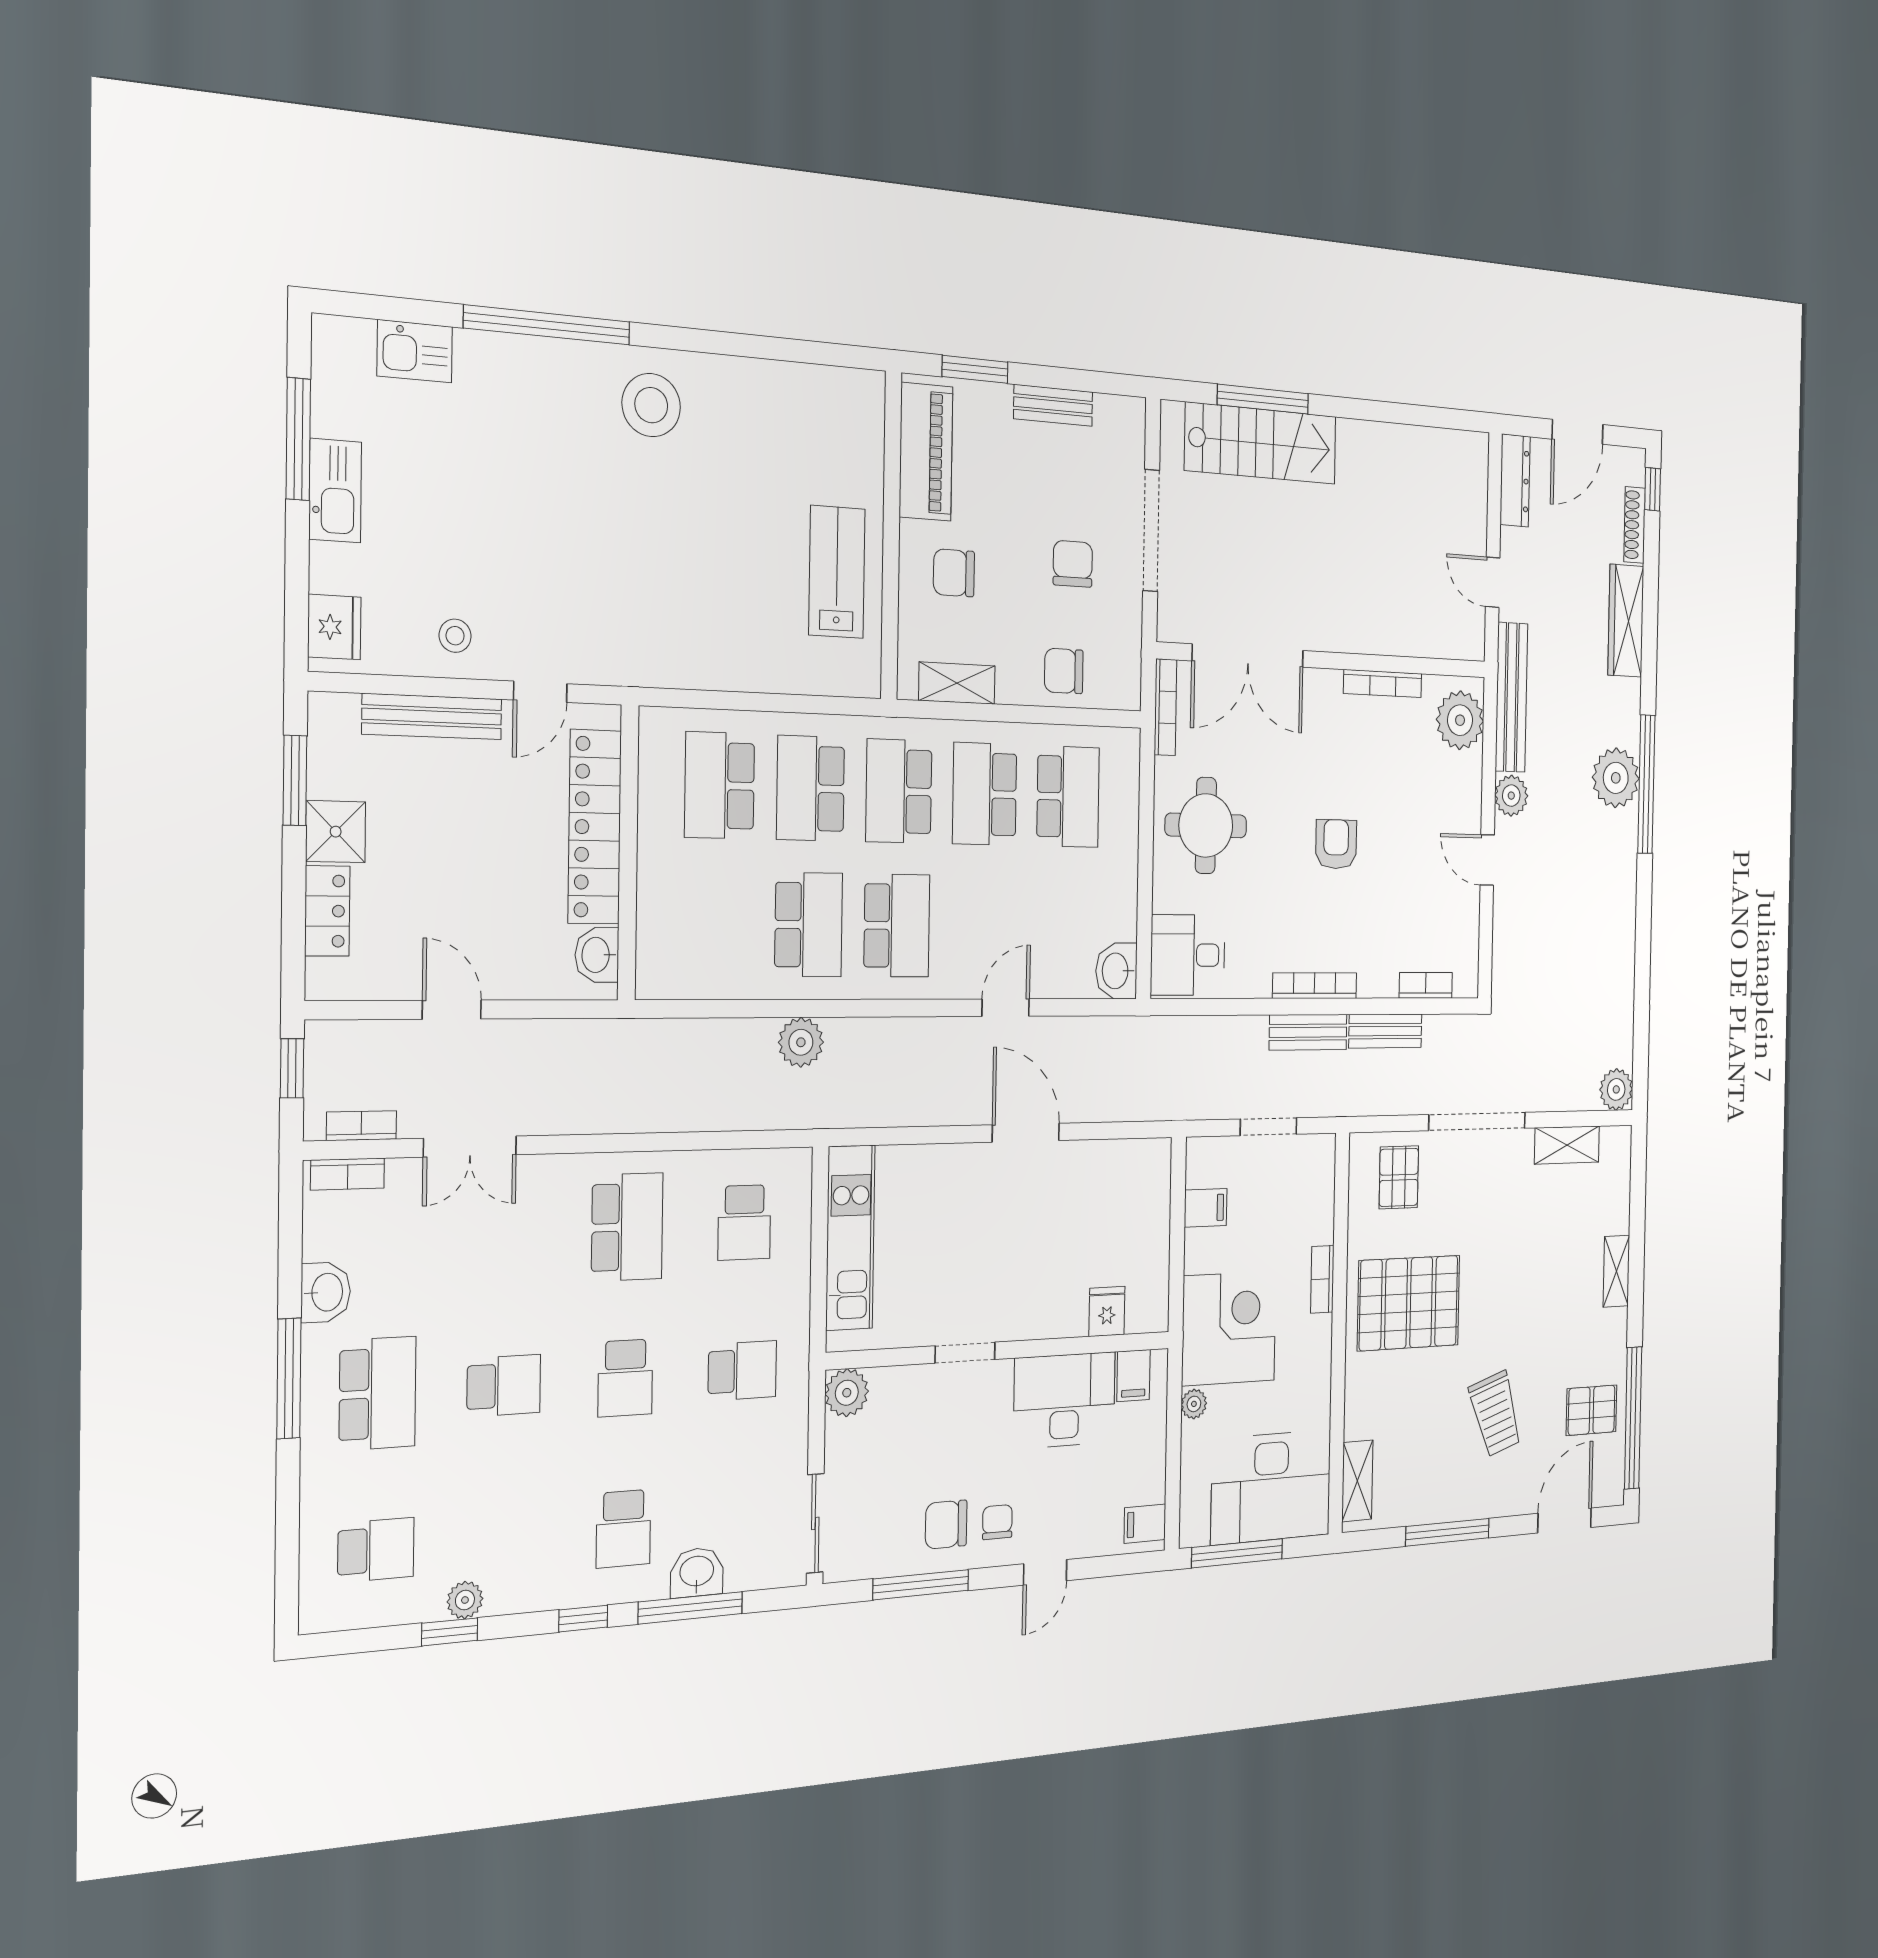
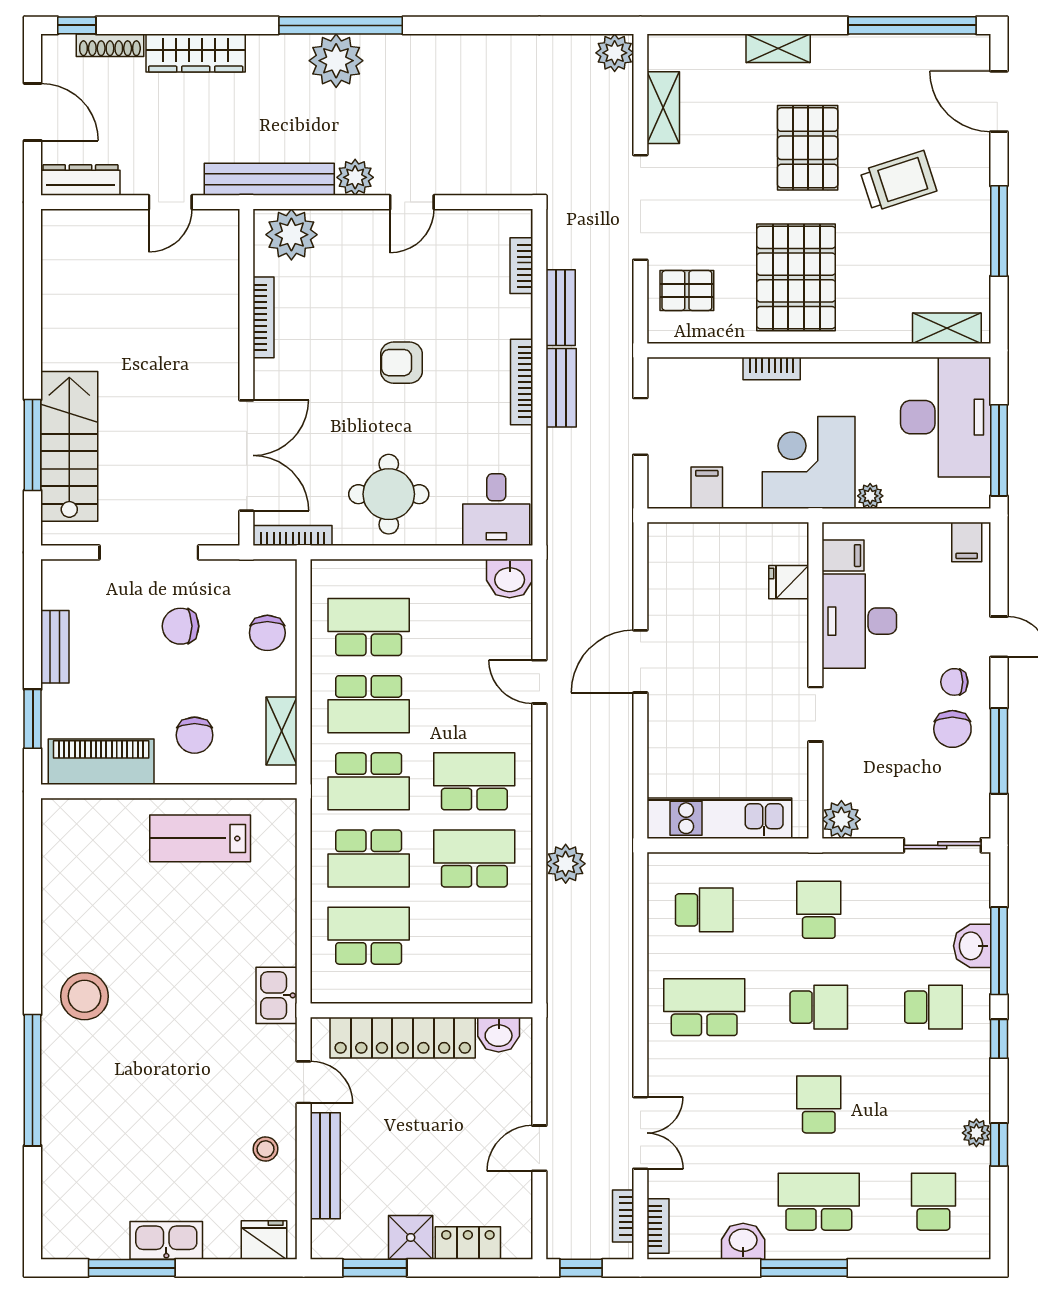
kitchen sink: (415, 351) -> (276, 995), moved, turned 180
school desk: (720, 785) -> (369, 936), turned 180
pallet: (1591, 1410) -> (808, 148), moved, width x1.50, depth x1.42

